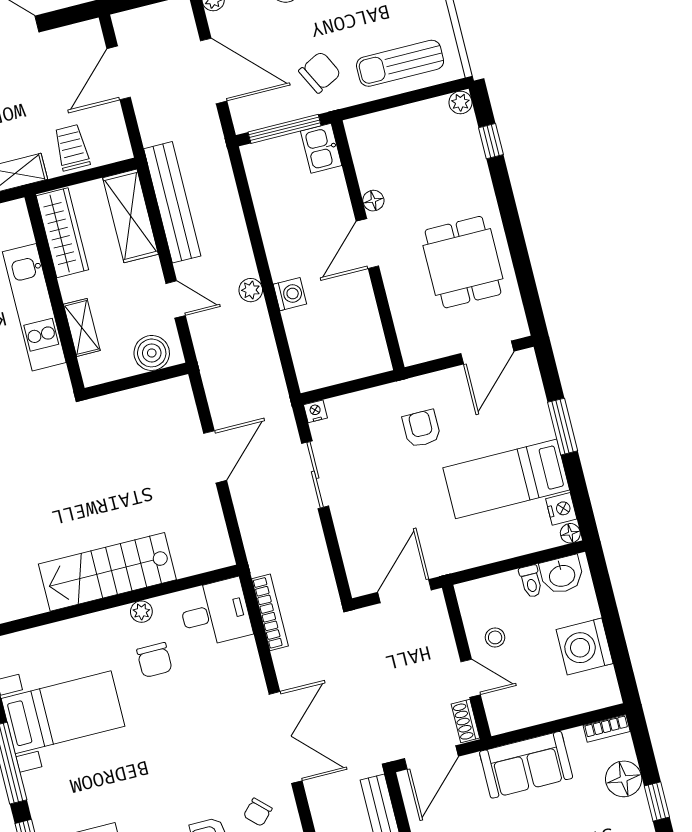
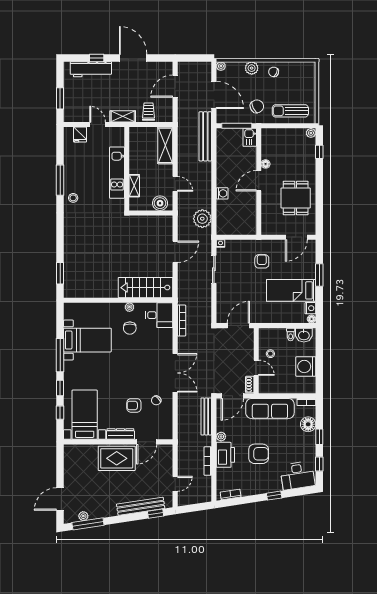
bench: (172, 202) -> (205, 136), moved
wardrobe: (62, 233) -> (136, 145), removed
plant: (251, 290) -> (202, 219), moved, width x1.88, depth x1.88
stairs: (107, 572) -> (146, 288), moved
sofa: (526, 765) -> (270, 409), width x1.36

